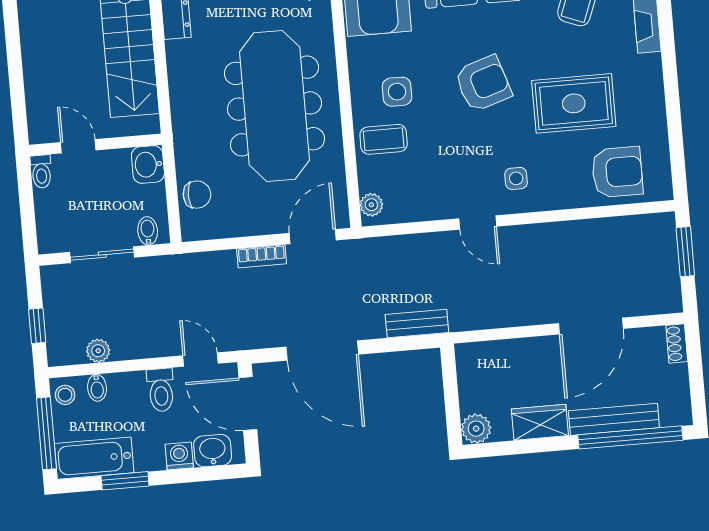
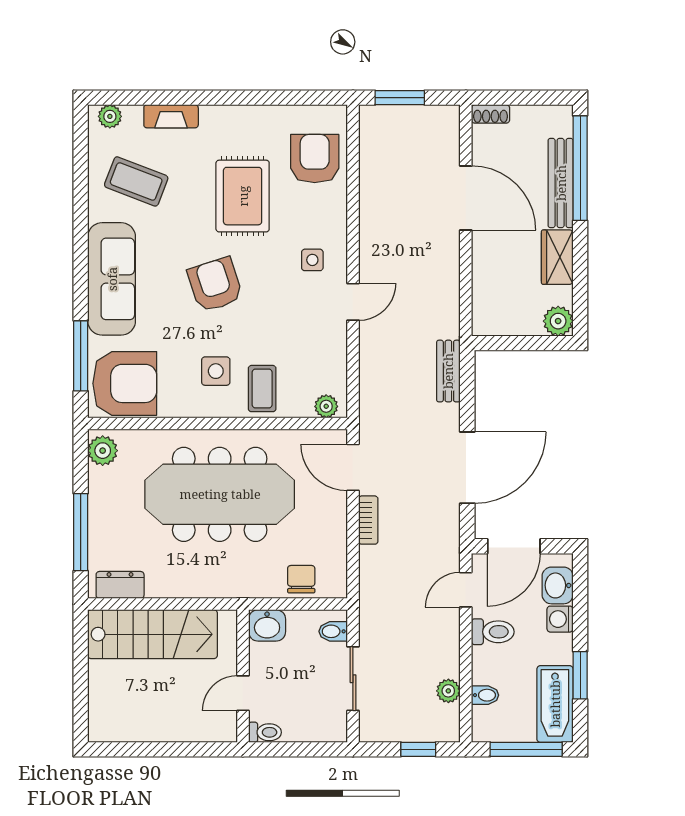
stool: (65, 395) -> (489, 728), removed

